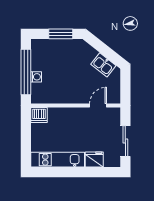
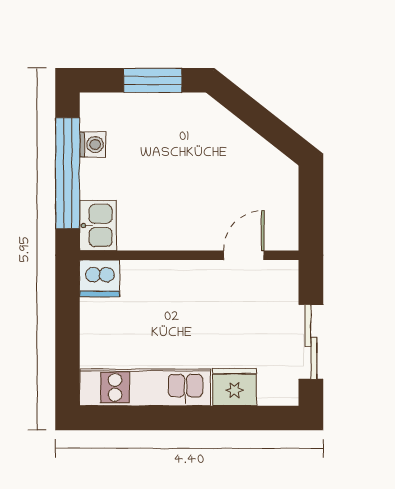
kitchen sink: (103, 65) -> (98, 225), moved, turned -128
washing machine: (36, 77) -> (93, 145), moved

